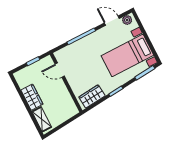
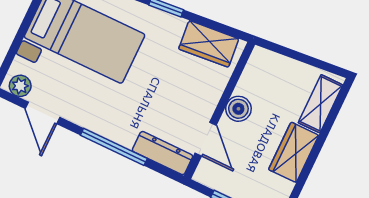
dresser: (66, 52) -> (162, 153), added
boiler: (62, 90) -> (238, 109), added

